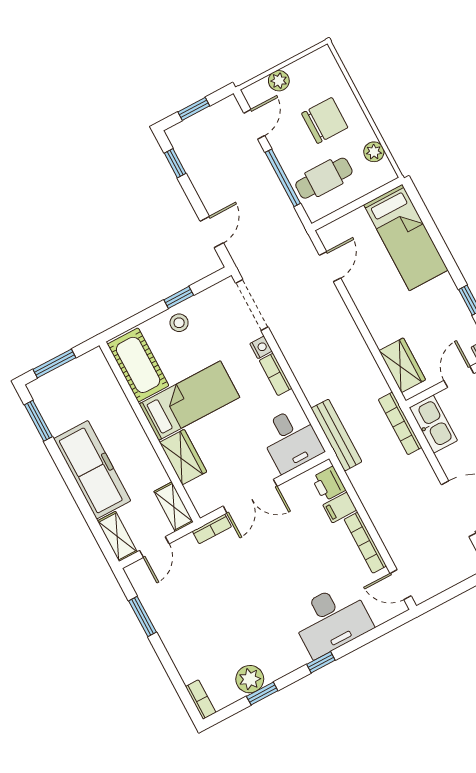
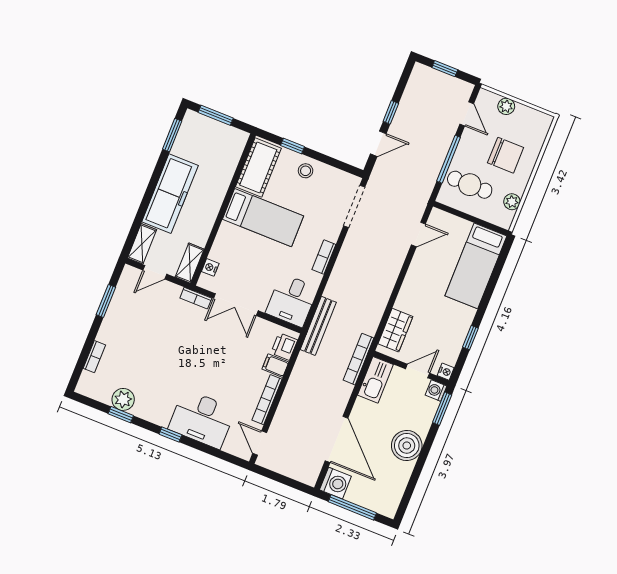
door: (254, 124) -> (467, 114), hinge flipped
window: (175, 163) -> (391, 112), moved
window: (179, 297) -> (292, 146), moved
nightstand: (261, 347) -> (210, 267), moved, turned 180
wardrobe: (183, 457) -> (225, 243), removed
bookcase: (201, 700) -> (94, 357), moved

